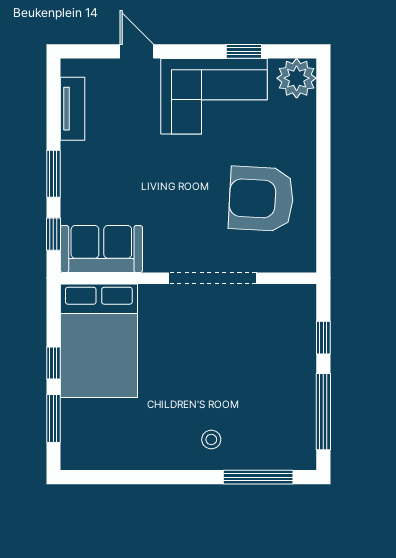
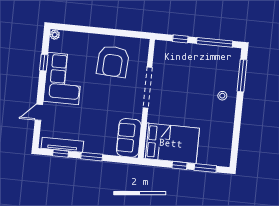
plant: (297, 78) -> (55, 35), width x0.53, depth x0.53
tv unit: (72, 109) -> (62, 145), width x1.41
window: (53, 234) -> (61, 153), moved

